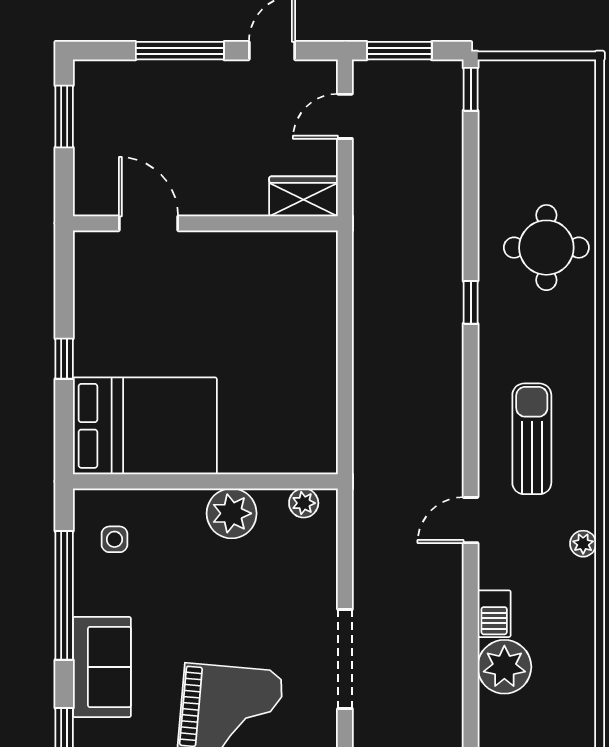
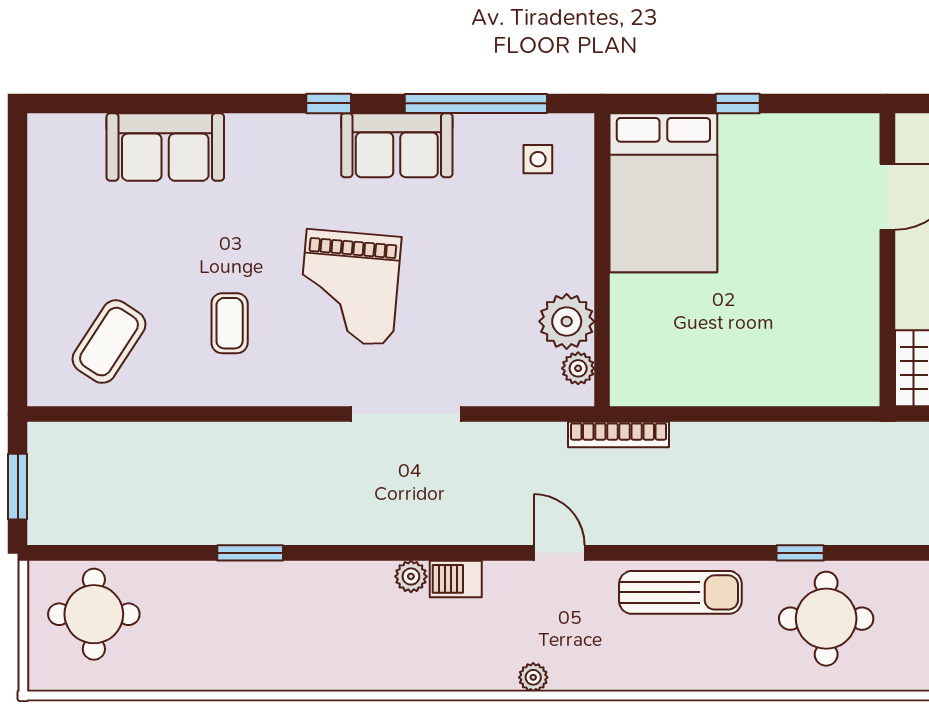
round table: (546, 248) -> (826, 619), moved
sun lounger: (532, 439) -> (680, 592), moved
bookcase: (364, 466) -> (619, 435), added
plant: (232, 513) -> (567, 321), moved
plant: (504, 667) -> (411, 576), width x0.53, depth x0.53

